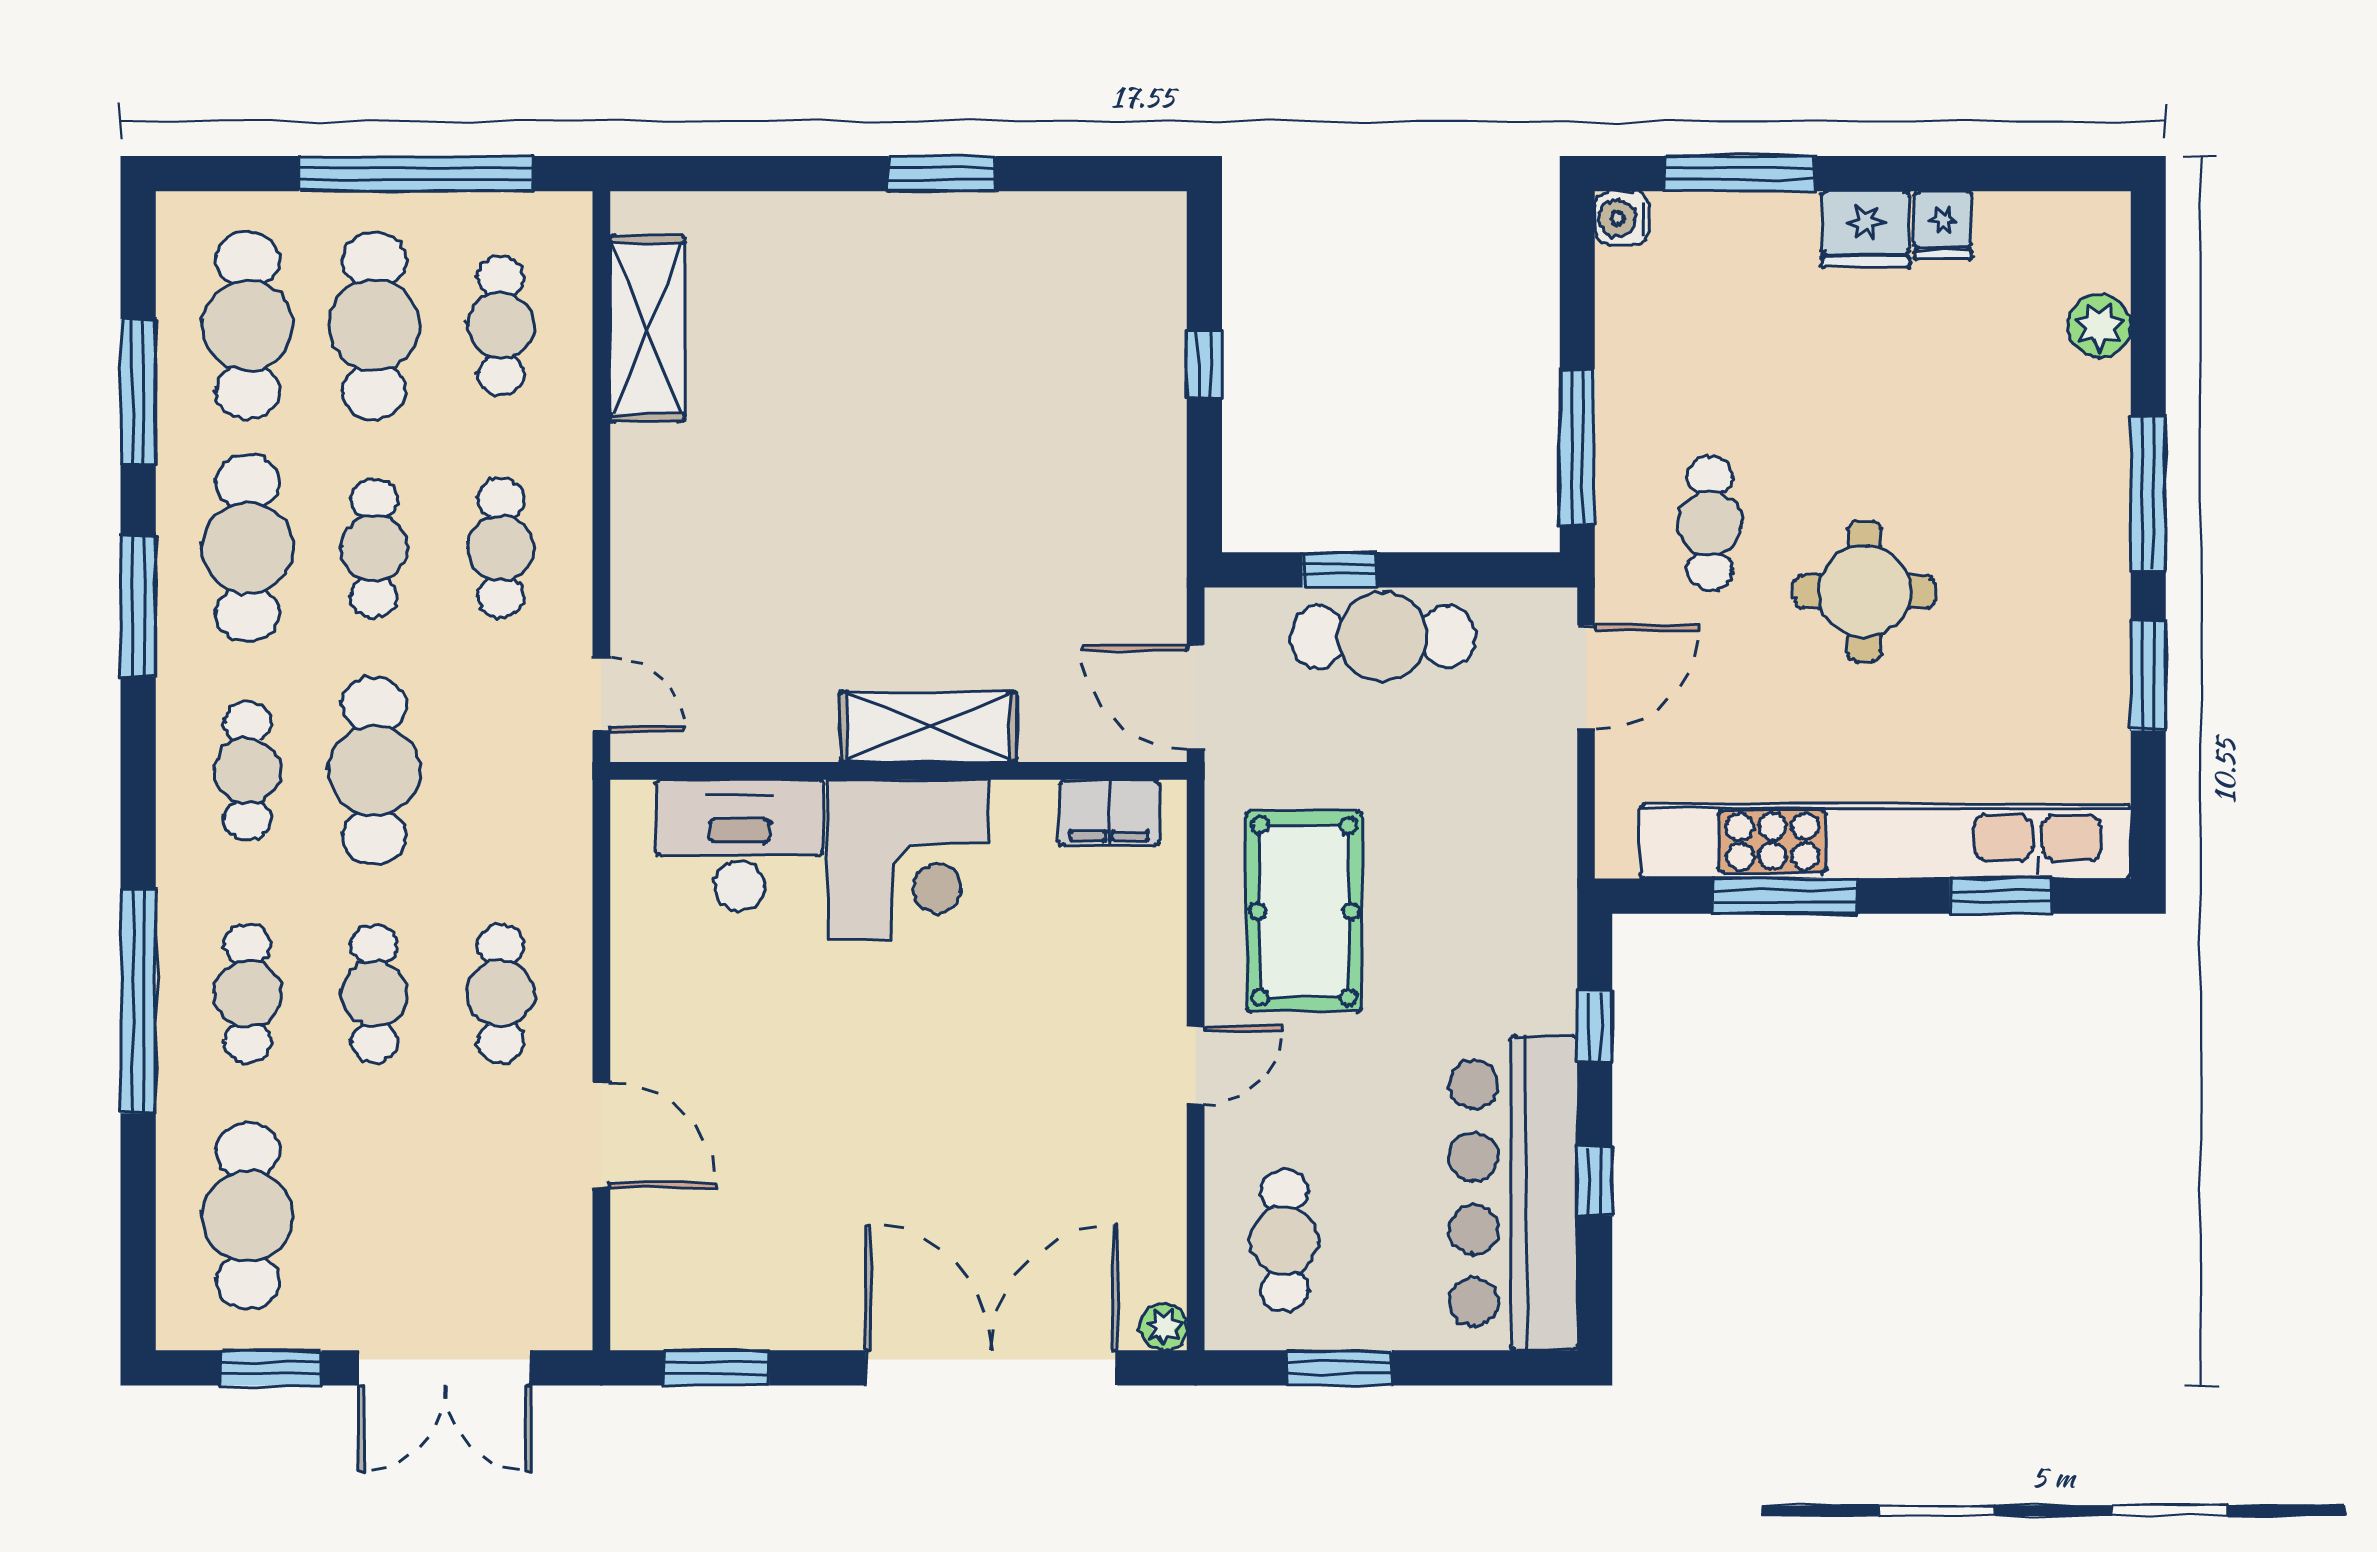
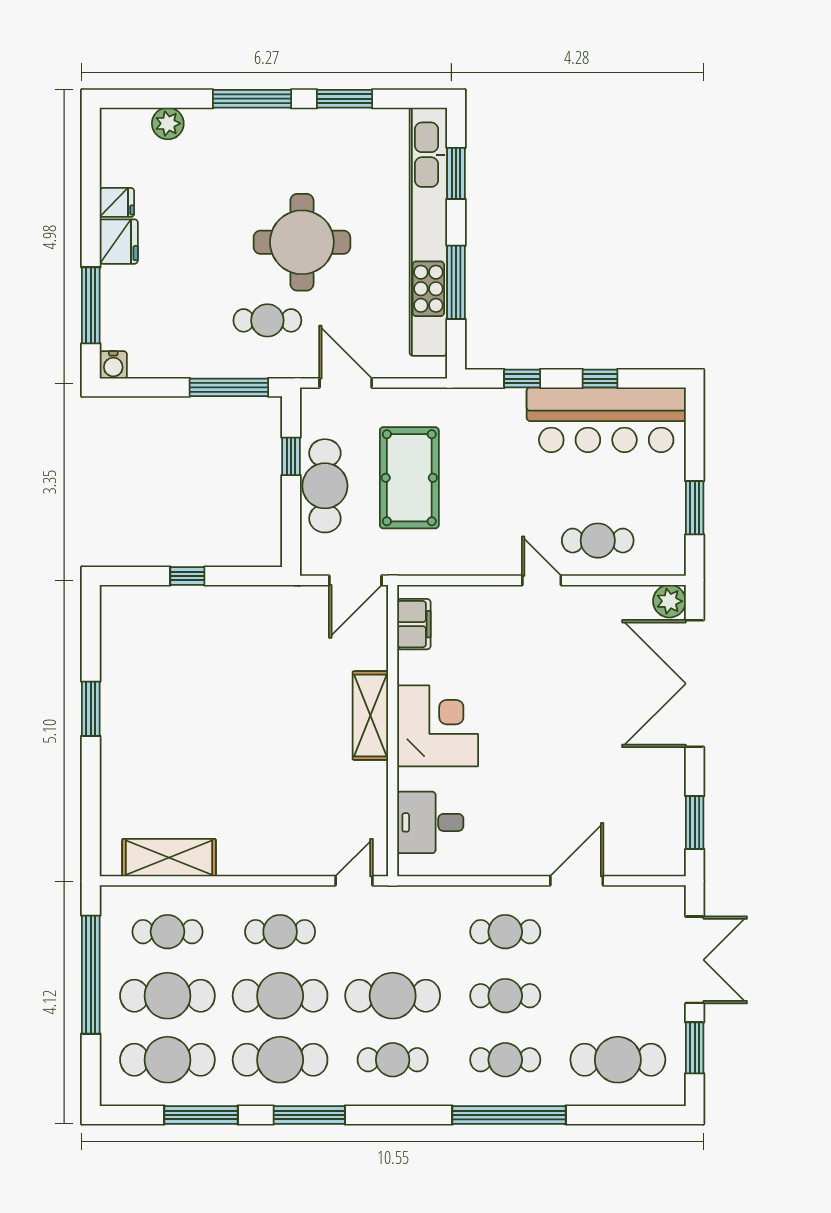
cafe table: (374, 548) -> (280, 996), width x1.37, depth x1.35
window: (1340, 570) -> (291, 456), moved
round table: (1864, 591) -> (302, 242), width x1.36, depth x1.36
desk: (740, 845) -> (430, 822), width x0.73
pool table: (1304, 912) -> (409, 478), moved, turned 90
cafe table: (1284, 1241) -> (598, 541), moved
plant: (1163, 1327) -> (669, 601), width x1.38, depth x1.38

